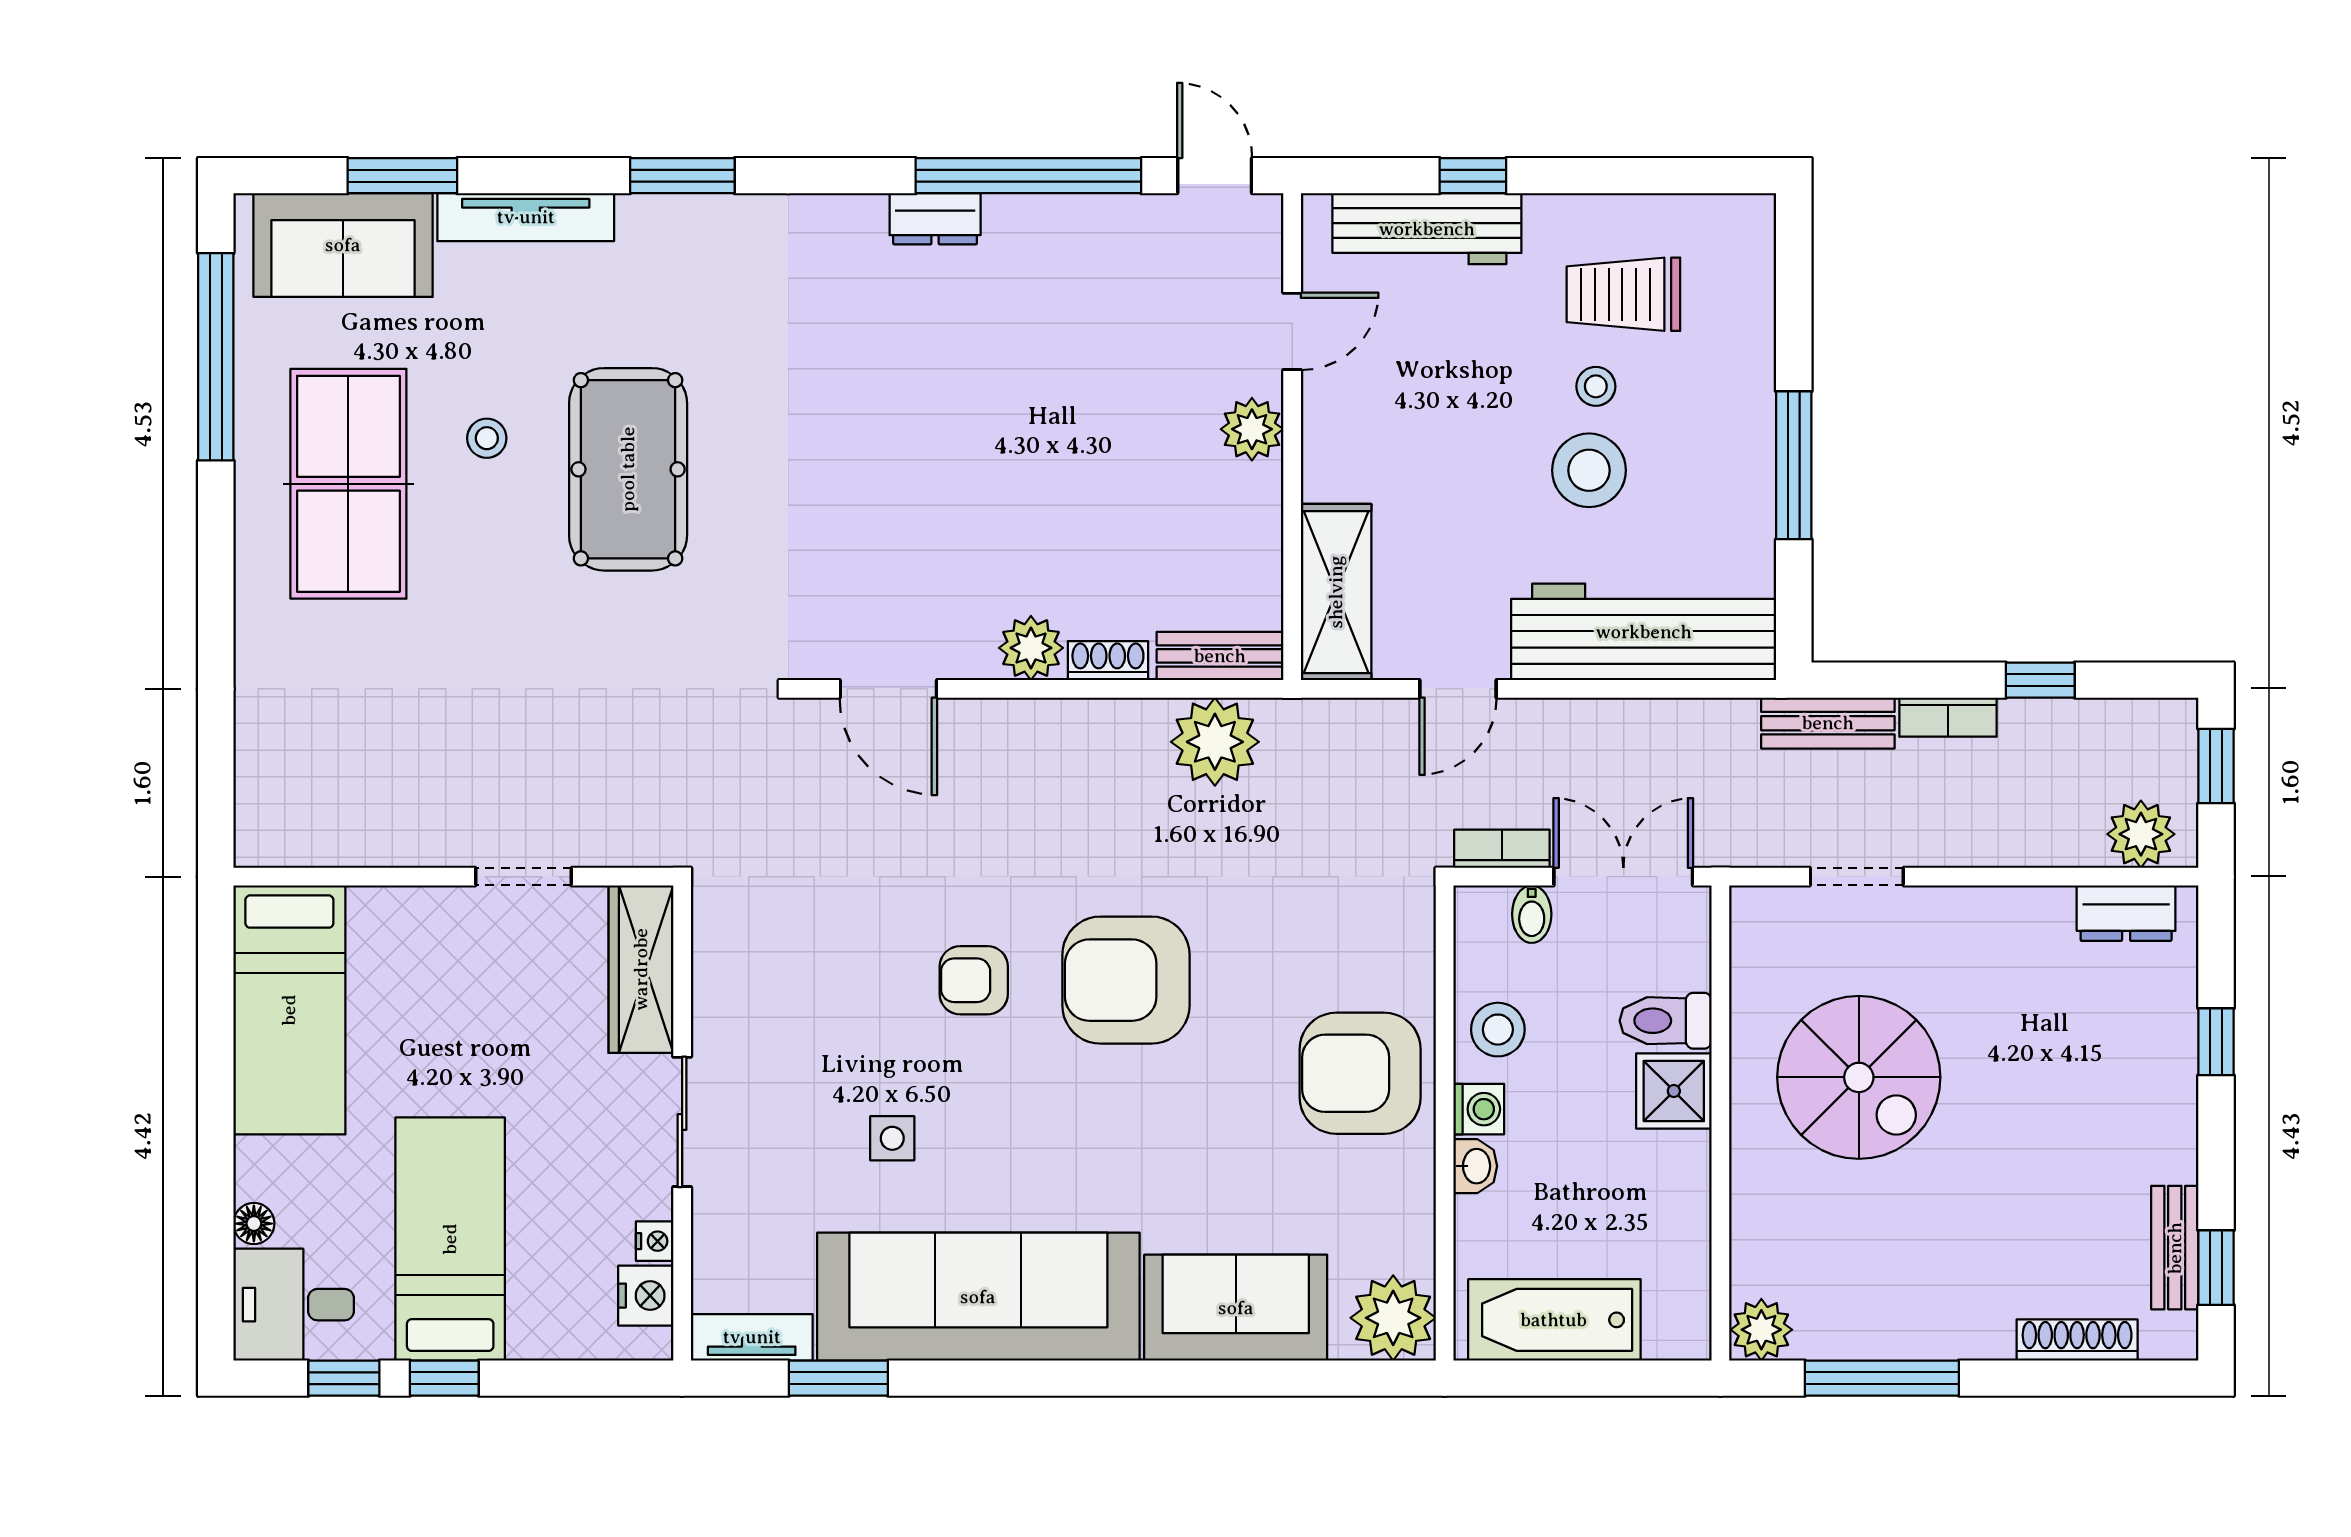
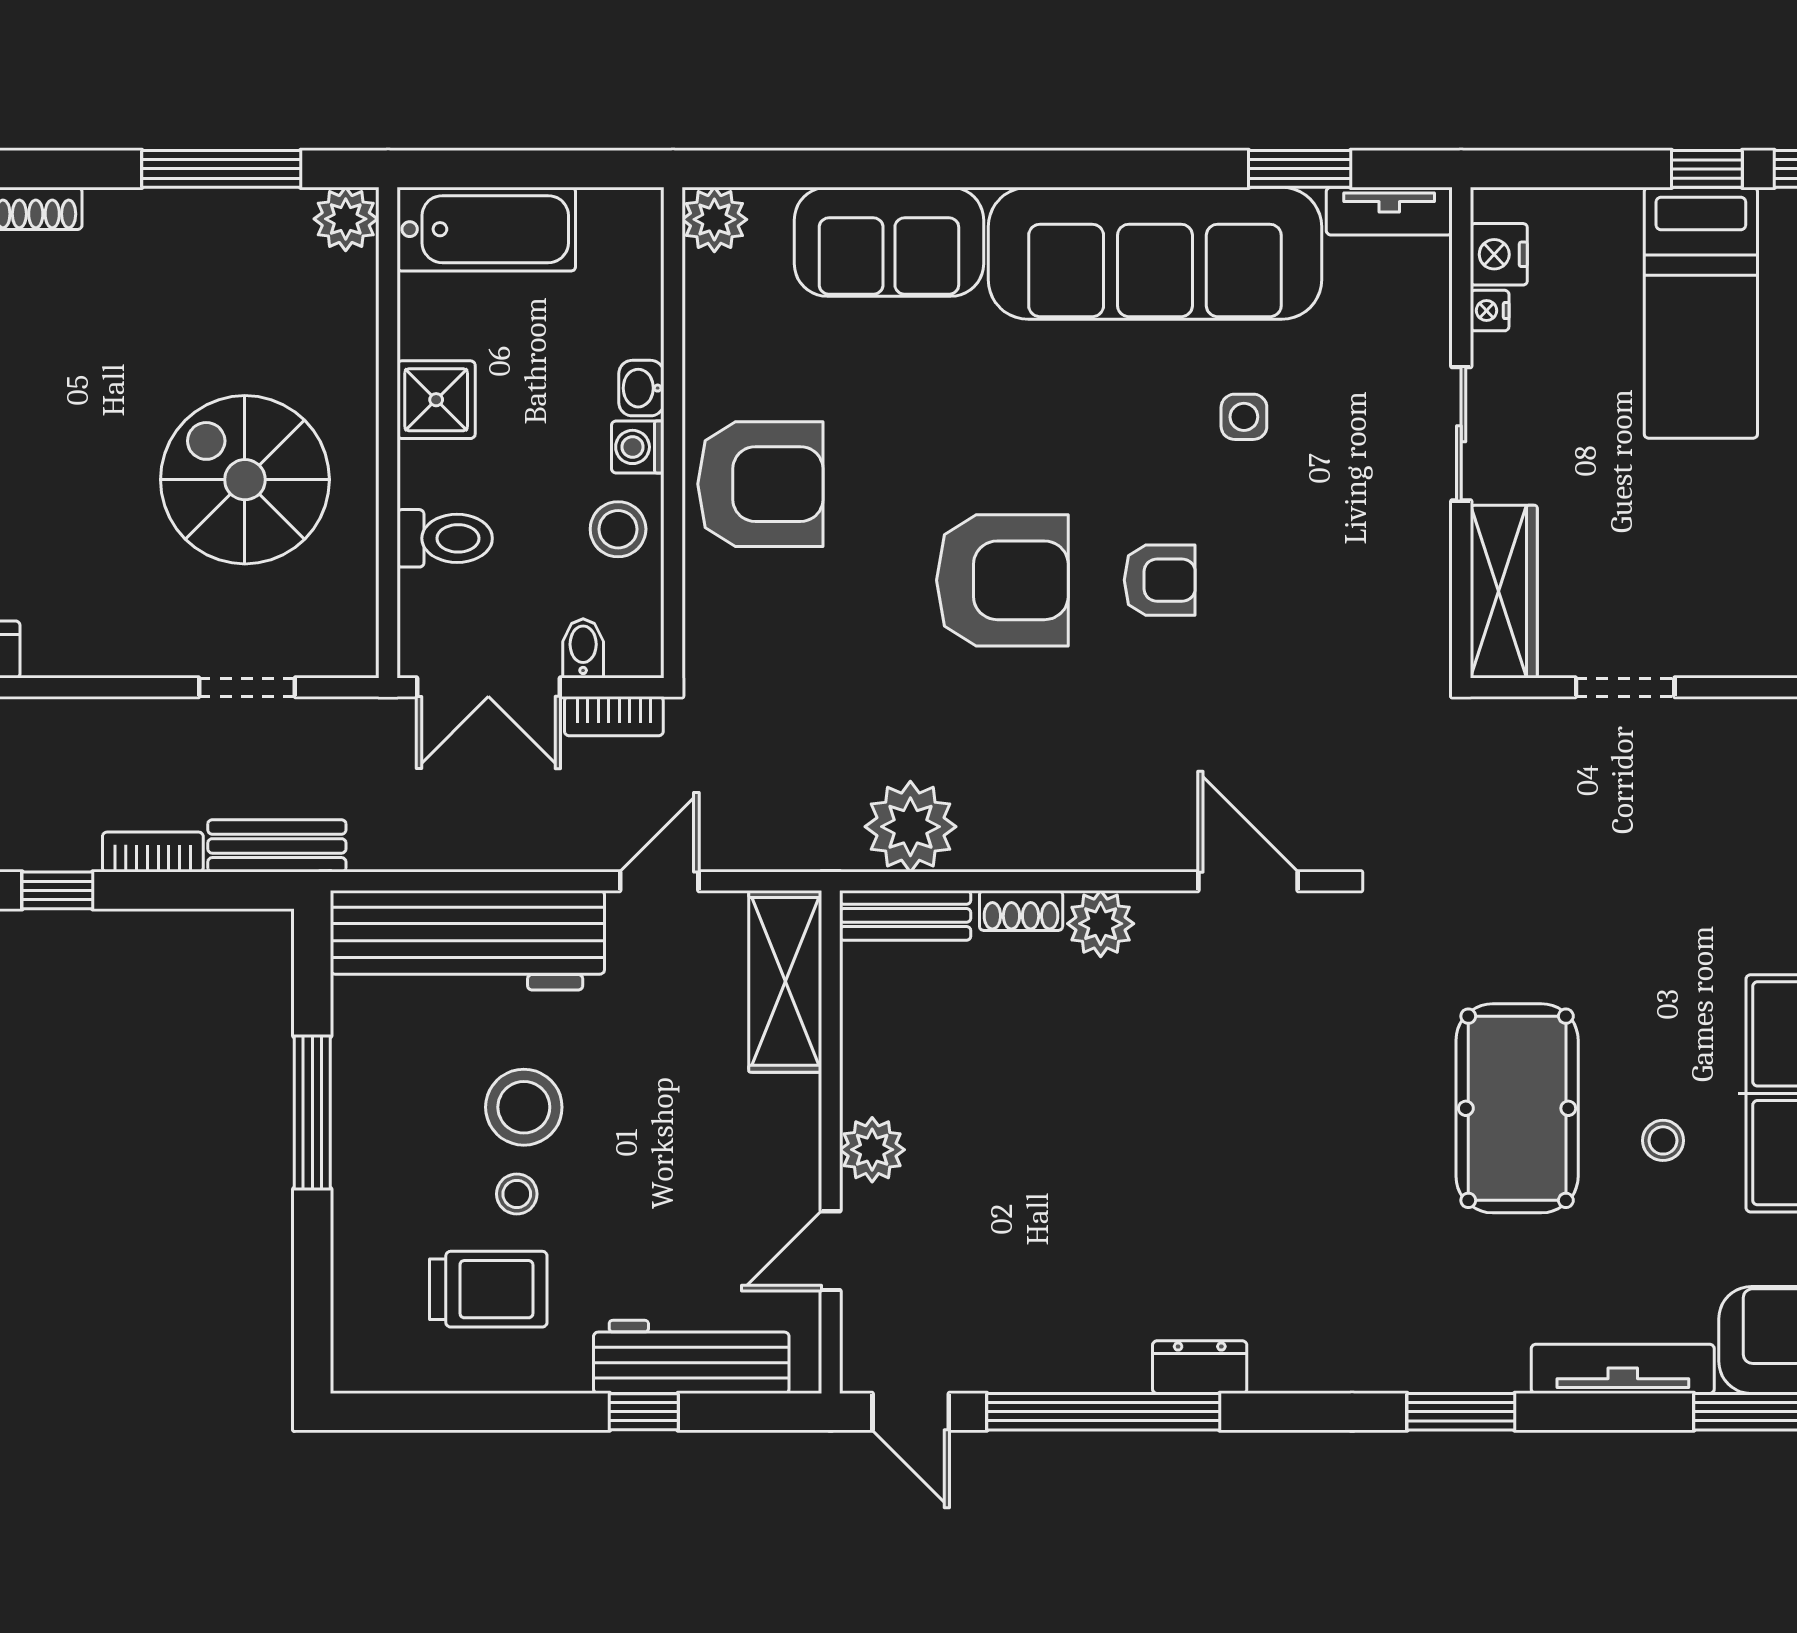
shower: (1674, 1091) -> (436, 400), moved
plant: (1393, 1318) -> (714, 219), width x0.73, depth x0.73
bathtub: (1554, 1320) -> (486, 229), moved

